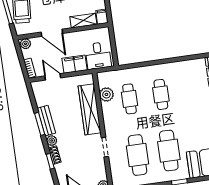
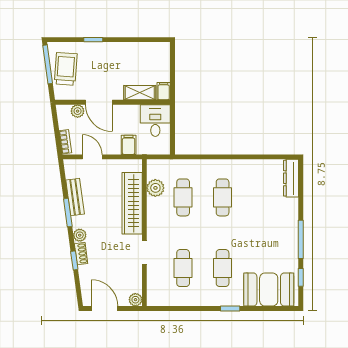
plant: (25, 44) -> (78, 111), moved
desk: (98, 56) -> (155, 121), moved, turned 180
filing cabinet: (74, 64) -> (129, 145), width x0.50
bench: (46, 121) -> (75, 197), moved
cafe table: (169, 151) -> (223, 268), width x0.73, depth x0.74
cafe table: (137, 155) -> (183, 268), width x0.73, depth x0.74

